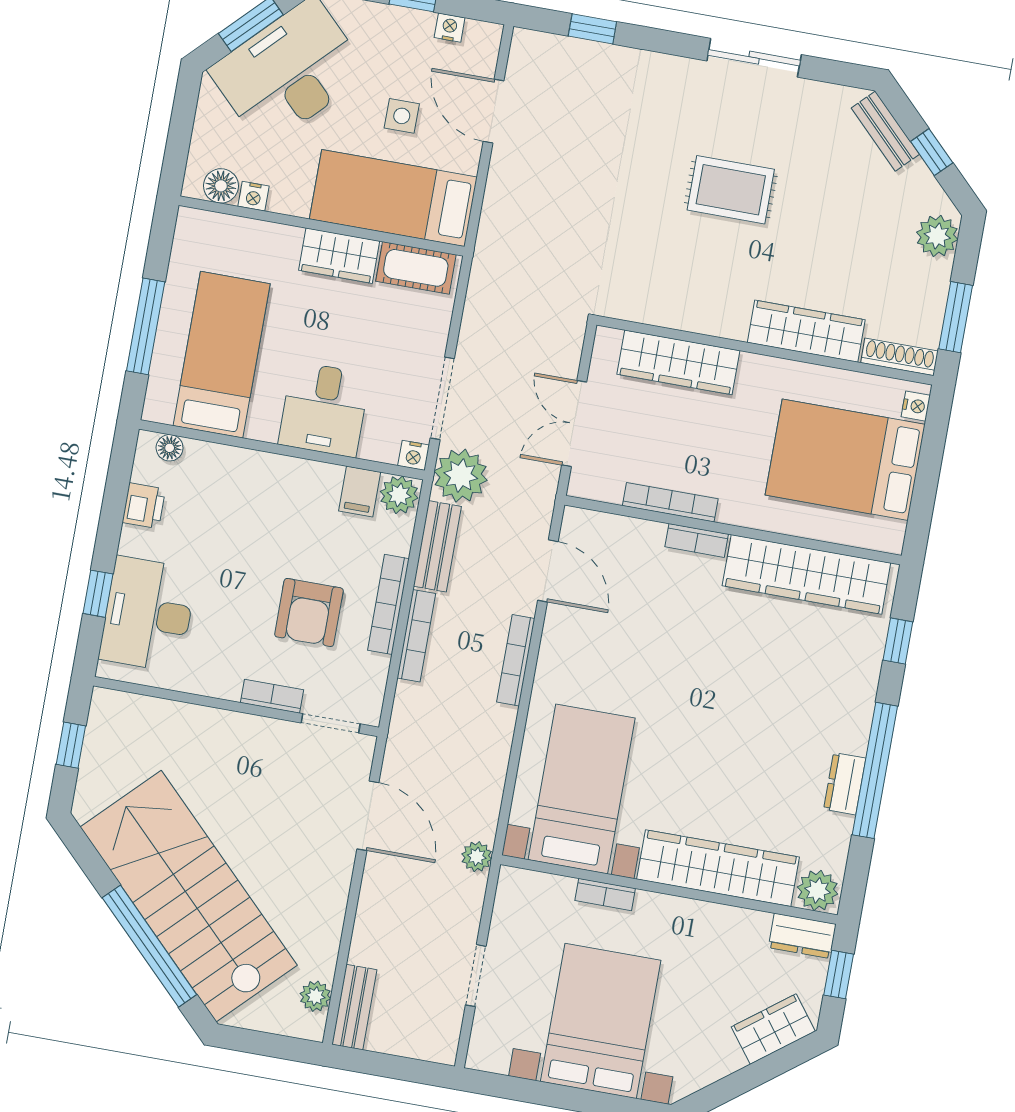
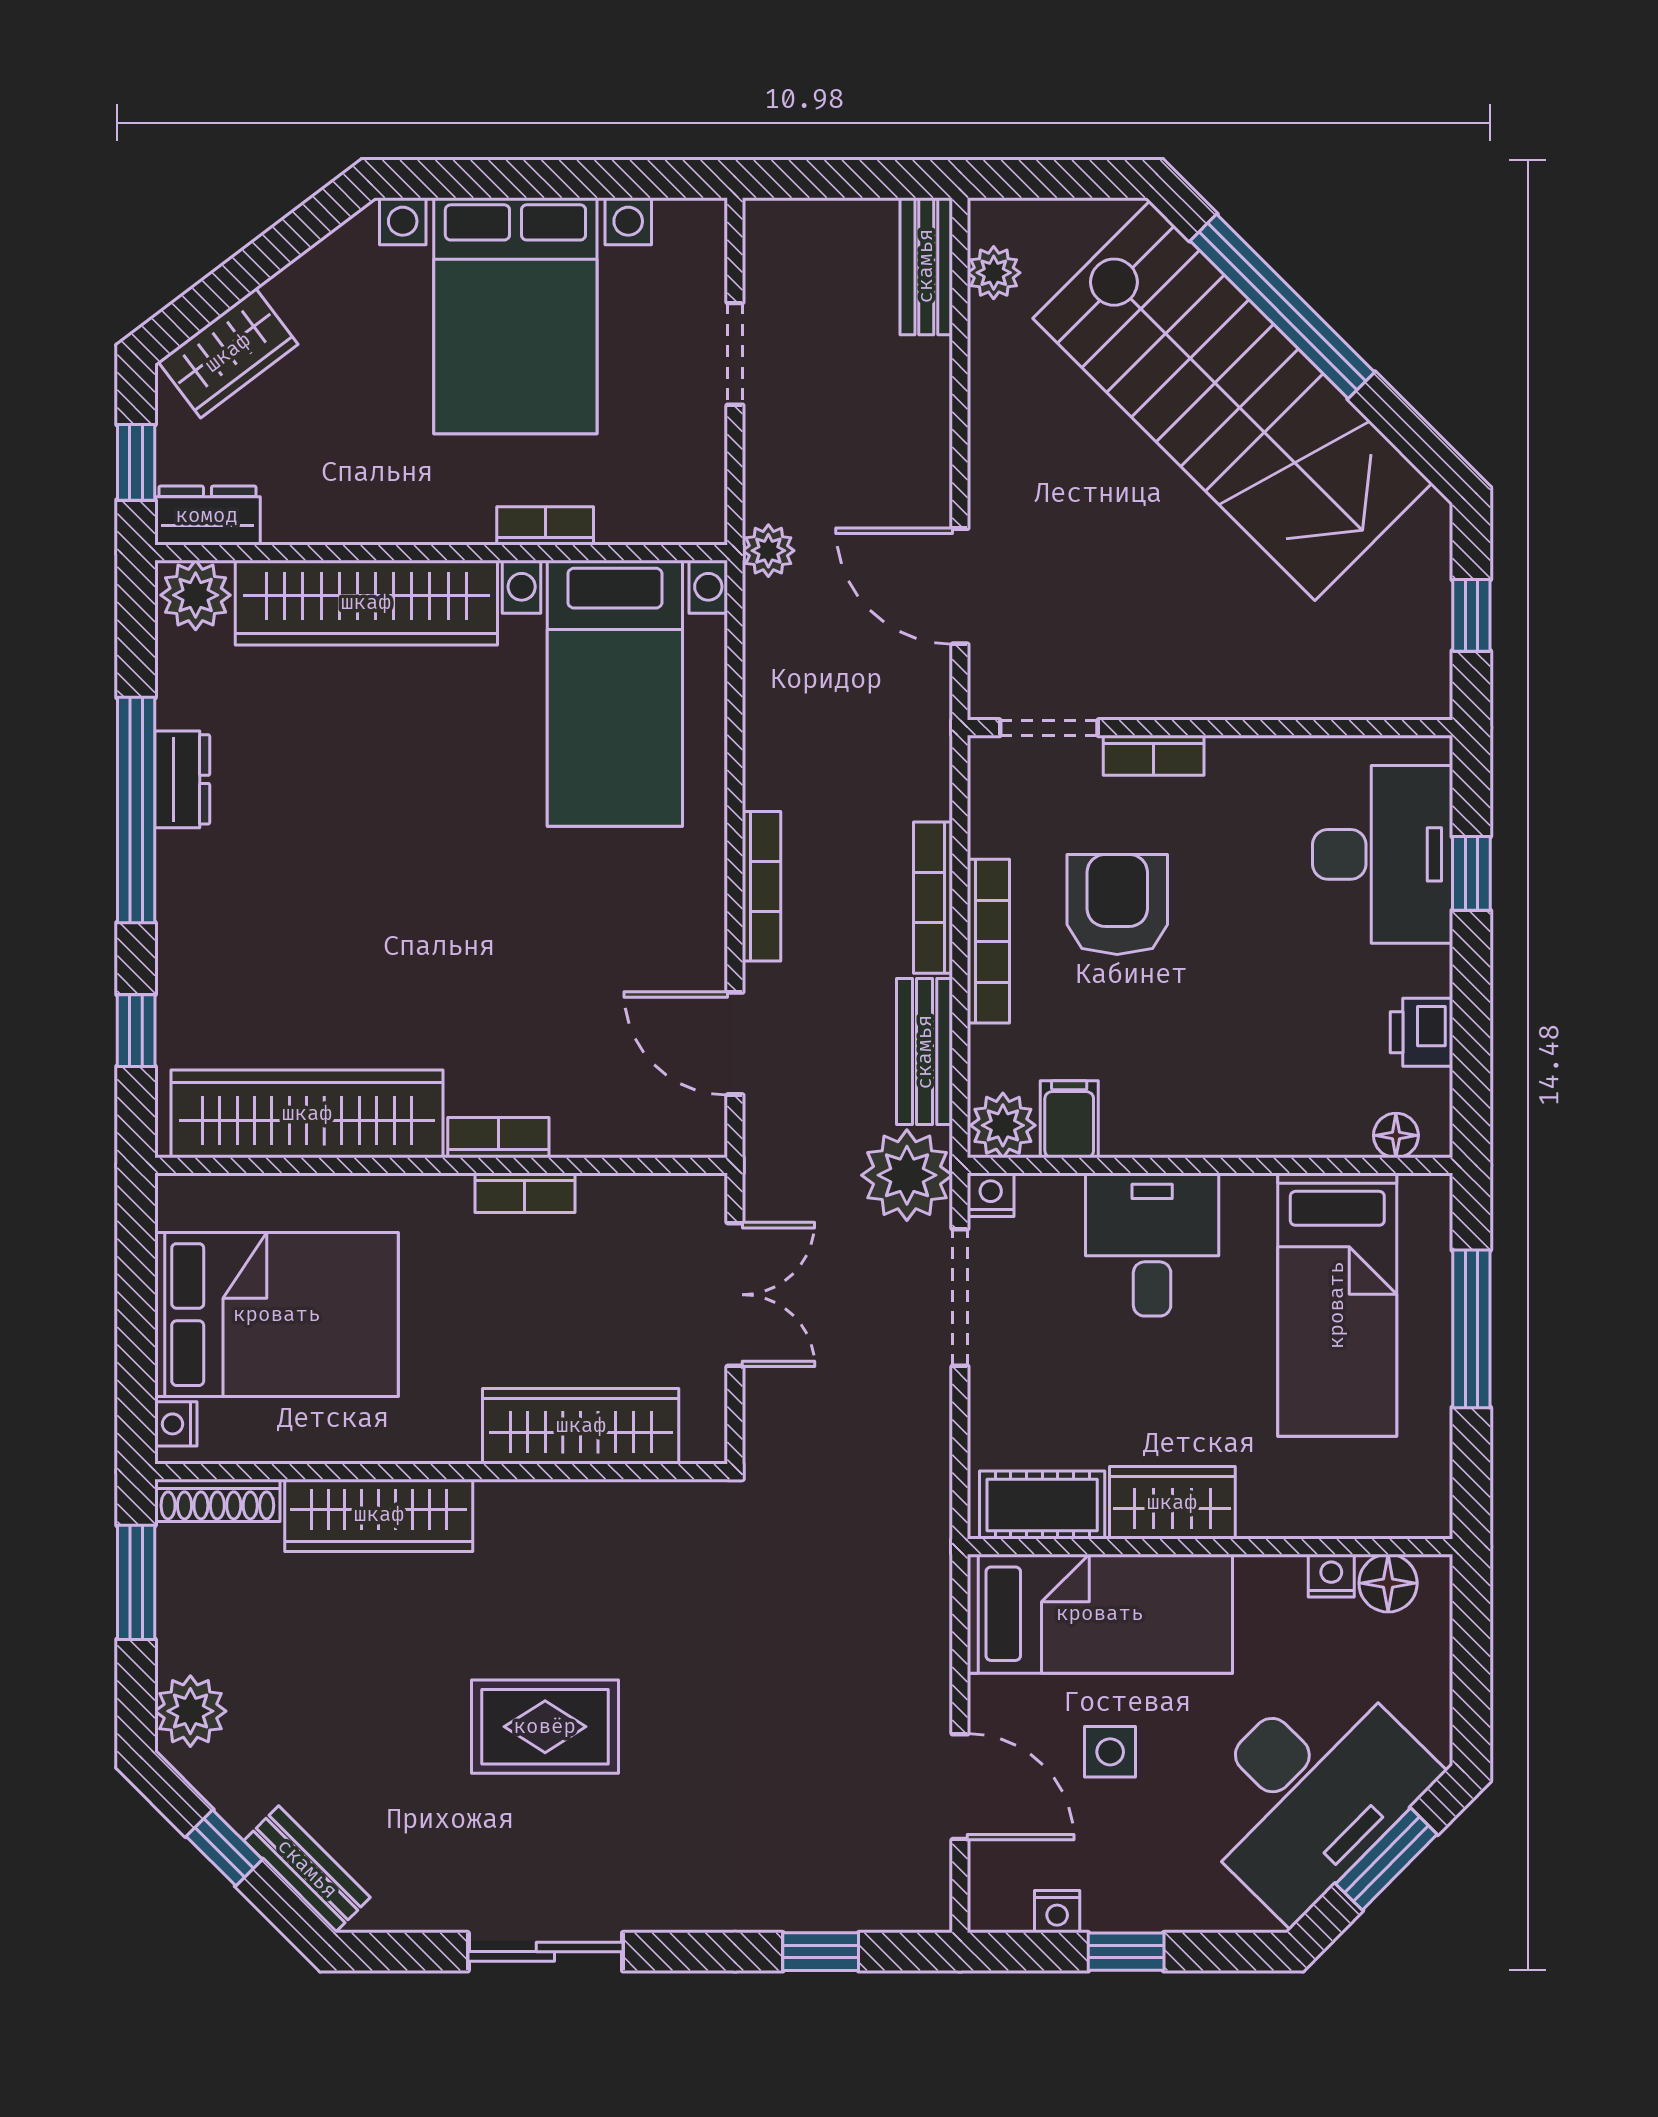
bookcase: (670, 502) -> (525, 1193), width x0.64

